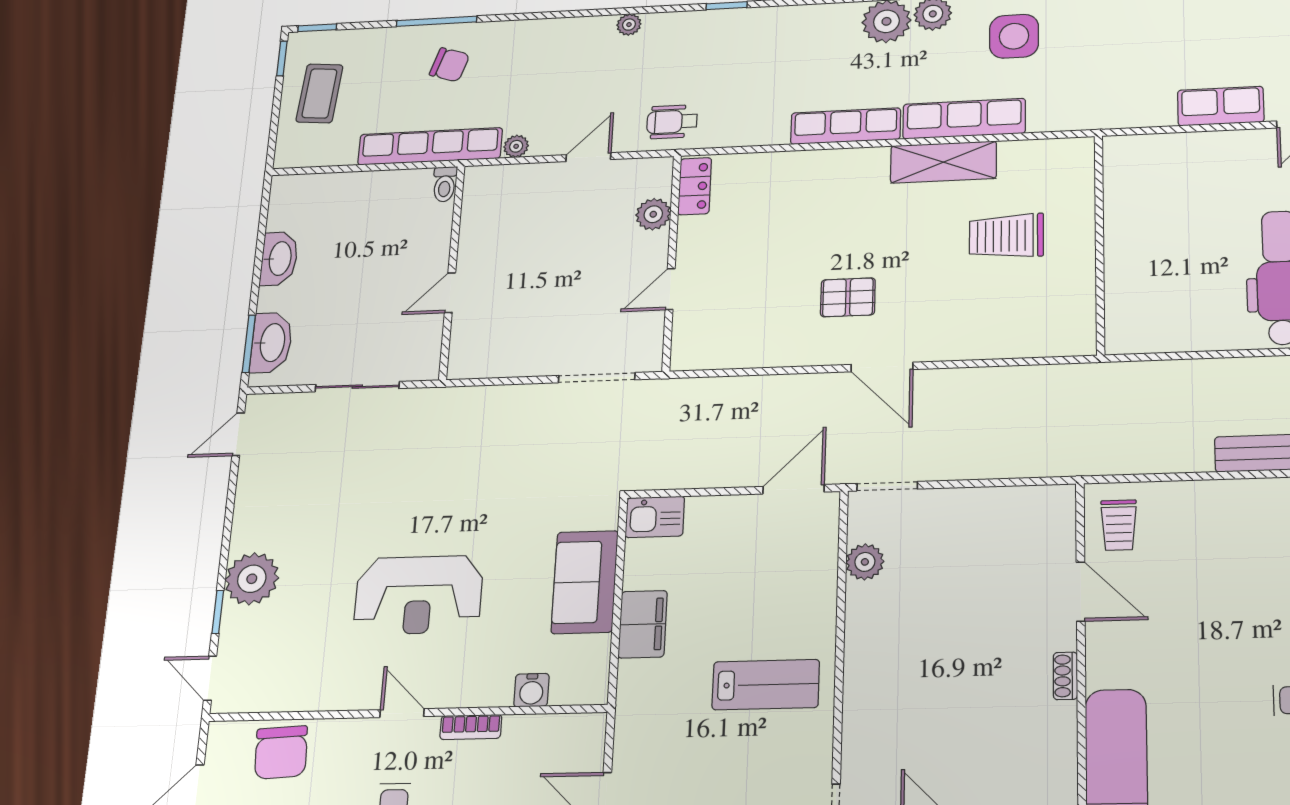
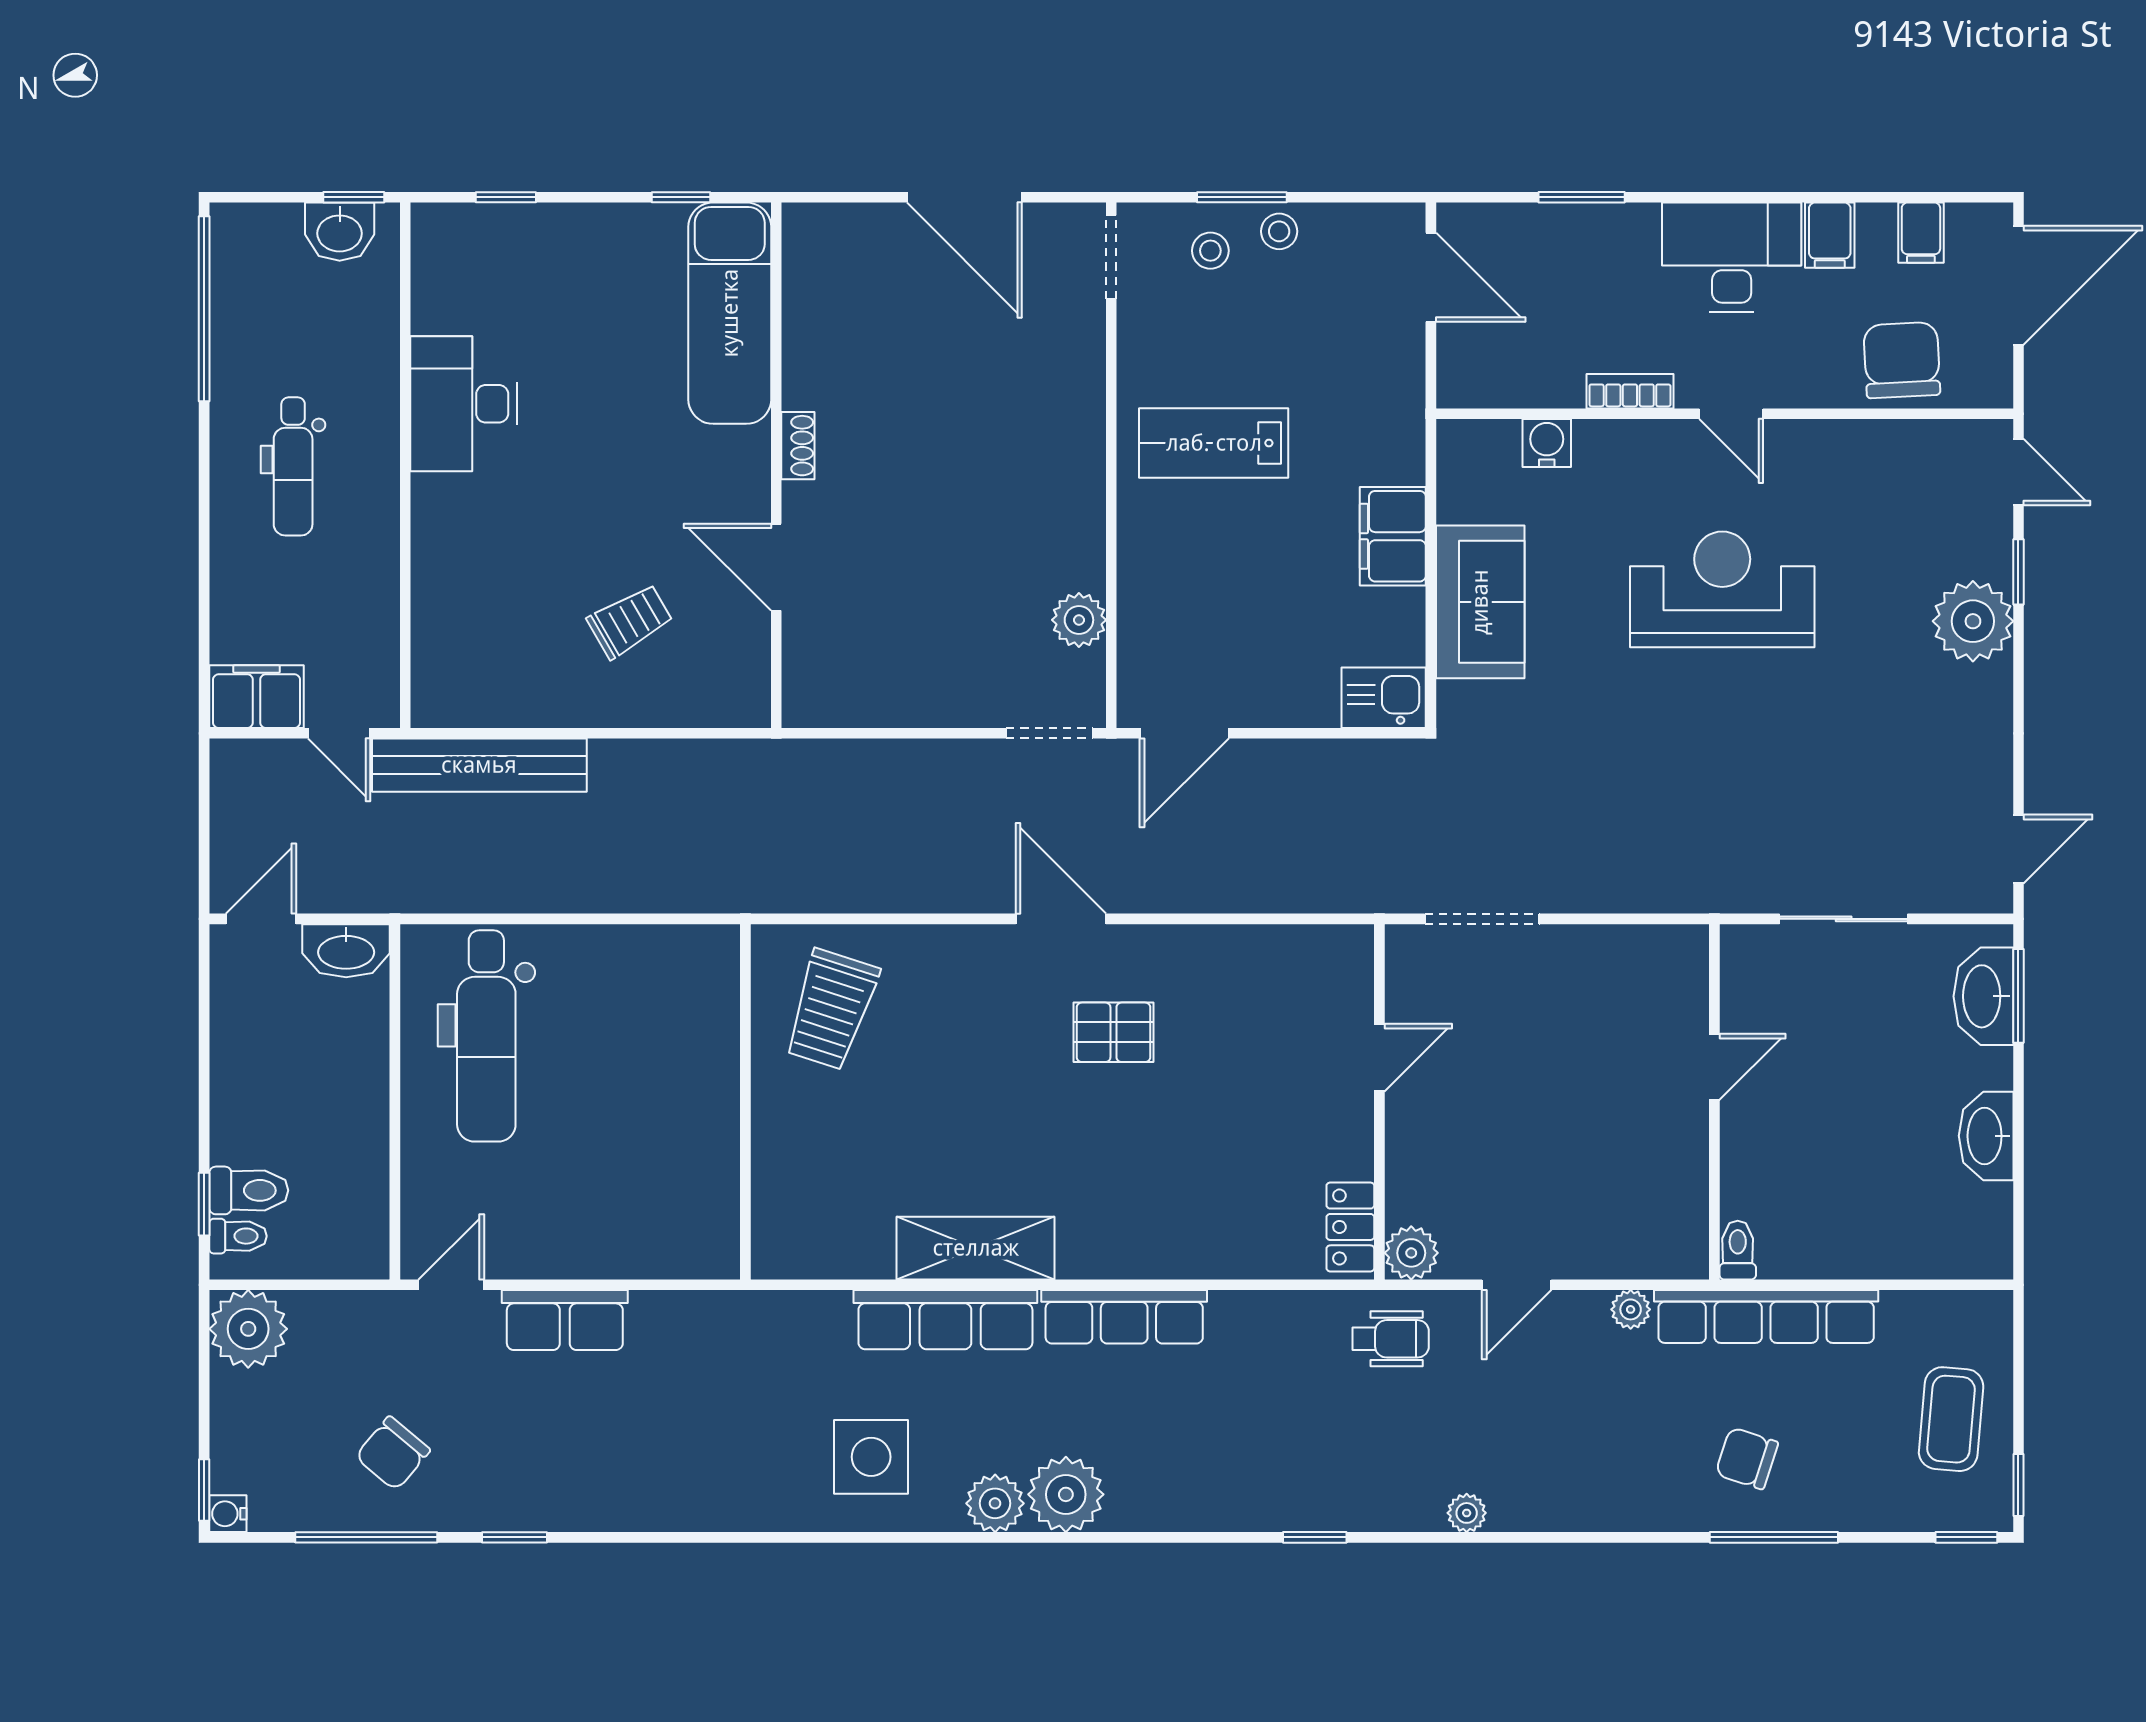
plant: (653, 214) -> (1411, 1253), moved
trolley: (1006, 236) -> (831, 1009), moved, turned 108
trolley: (1119, 525) -> (630, 621), moved, turned 60

